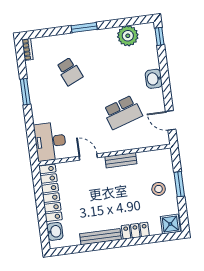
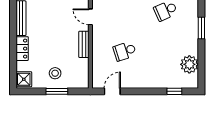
window: (159, 36) -> (174, 91), moved
washbasin: (154, 79) -> (150, 82), removed
school desk: (123, 112) -> (125, 51), width x0.54
door: (88, 157) -> (90, 17), swing flipped

